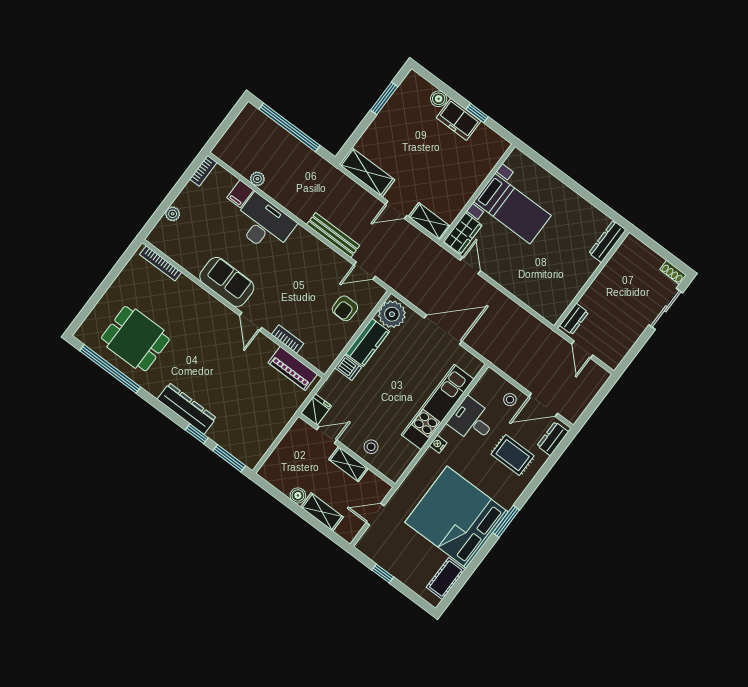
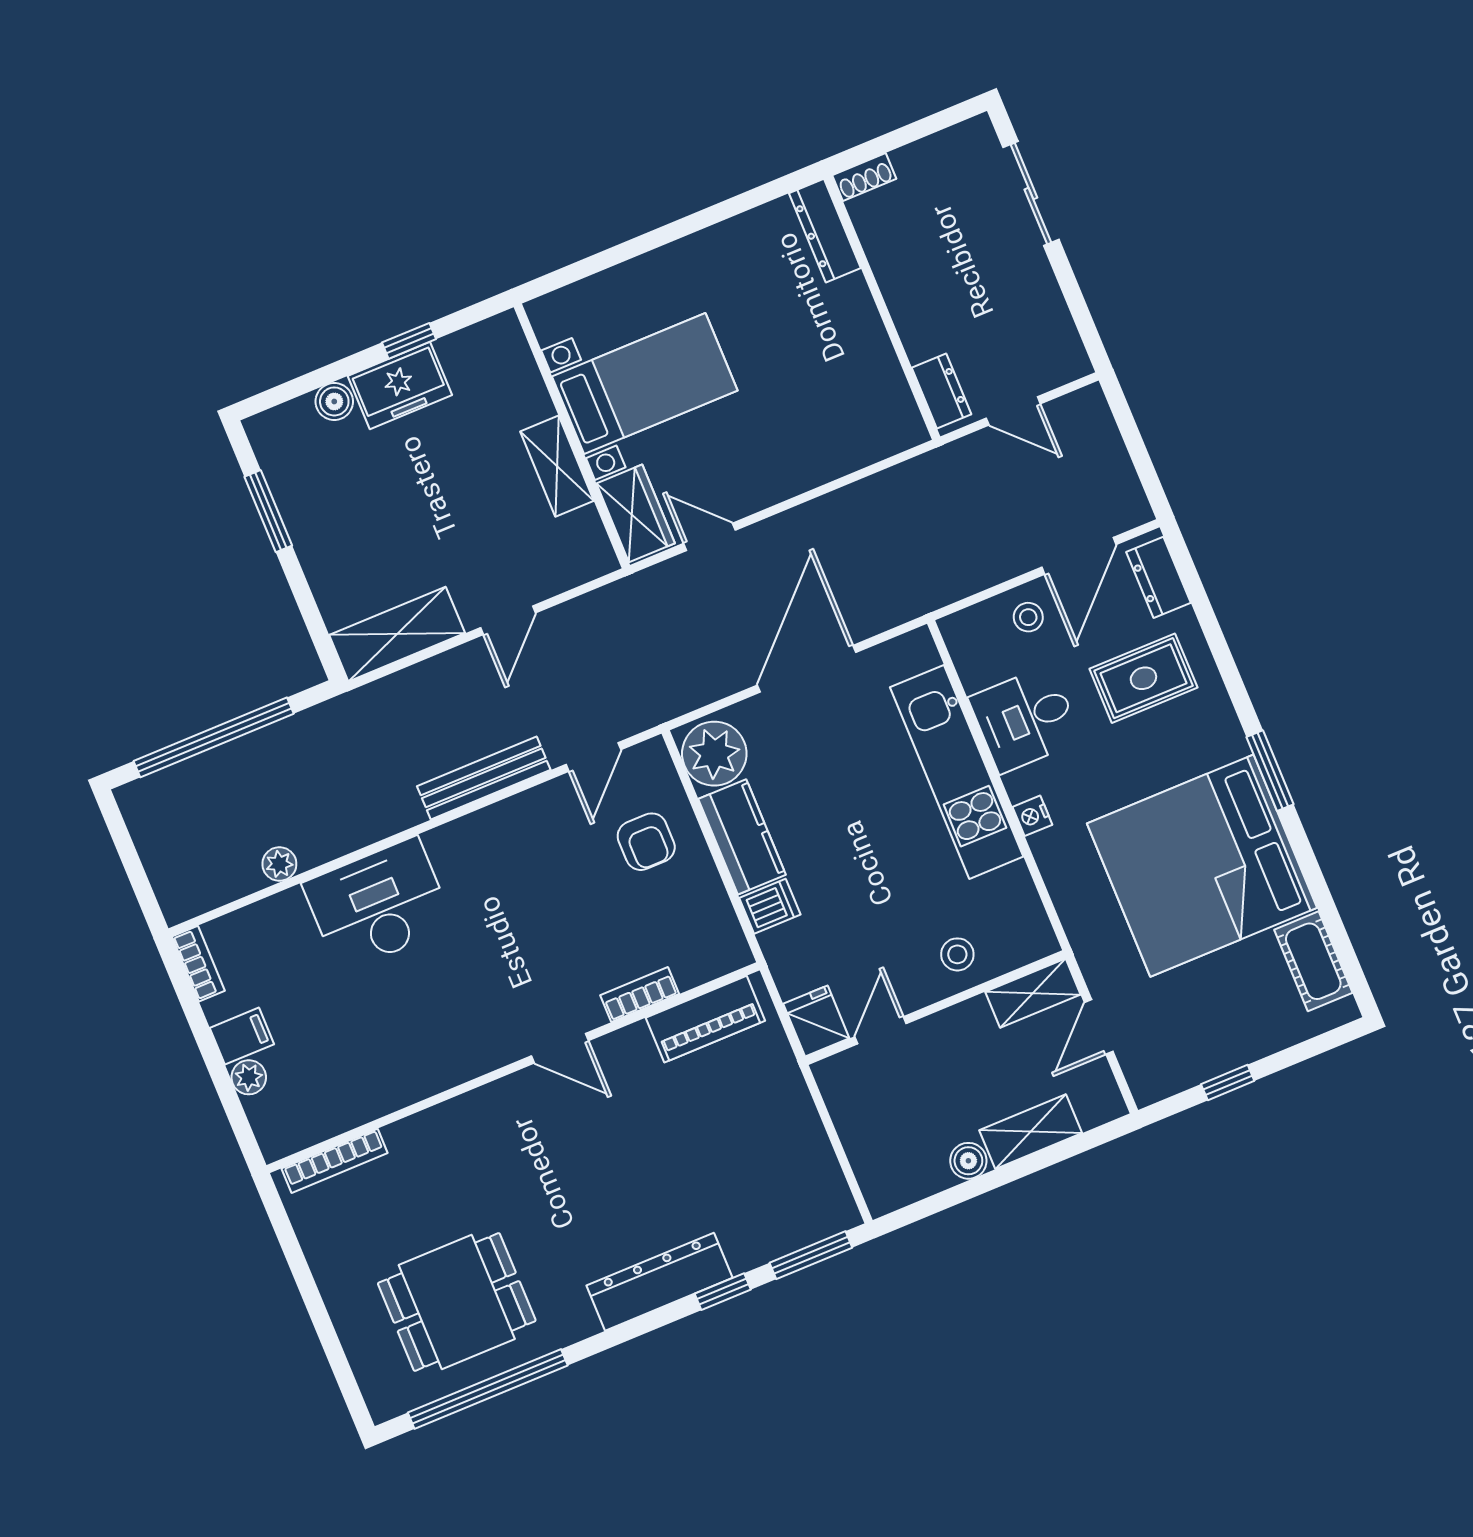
filing cabinet: (240, 194) -> (242, 1036), moved, turned -90
shelving: (429, 221) -> (557, 466), moved, turned 90
shoe rack: (673, 272) -> (864, 177), moved
sofa: (227, 282) -> (451, 1049), removed
shelving: (348, 464) -> (1033, 993), moved

